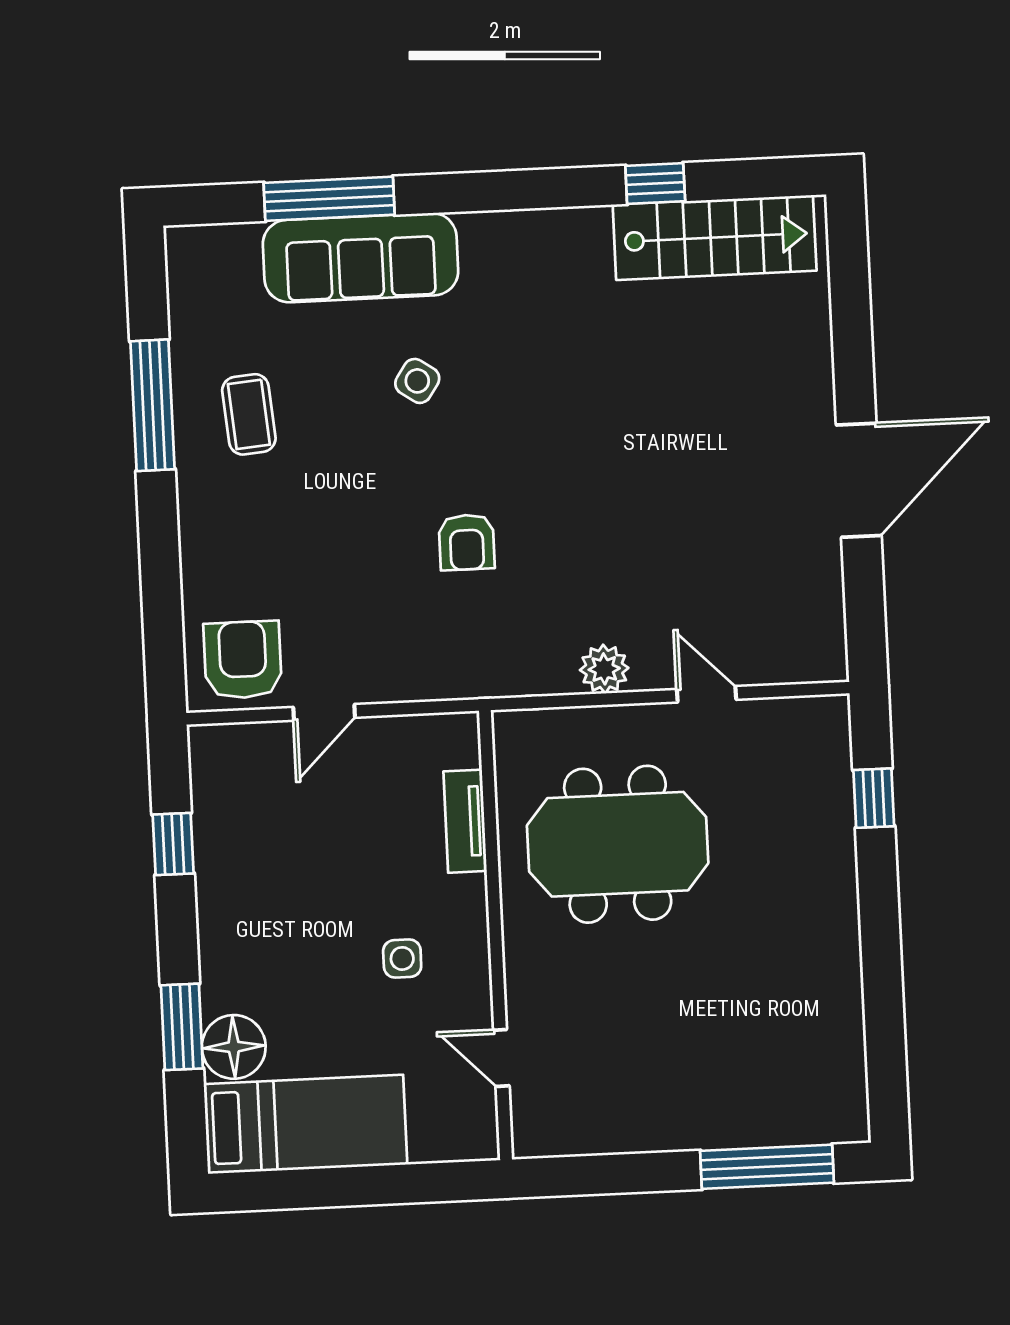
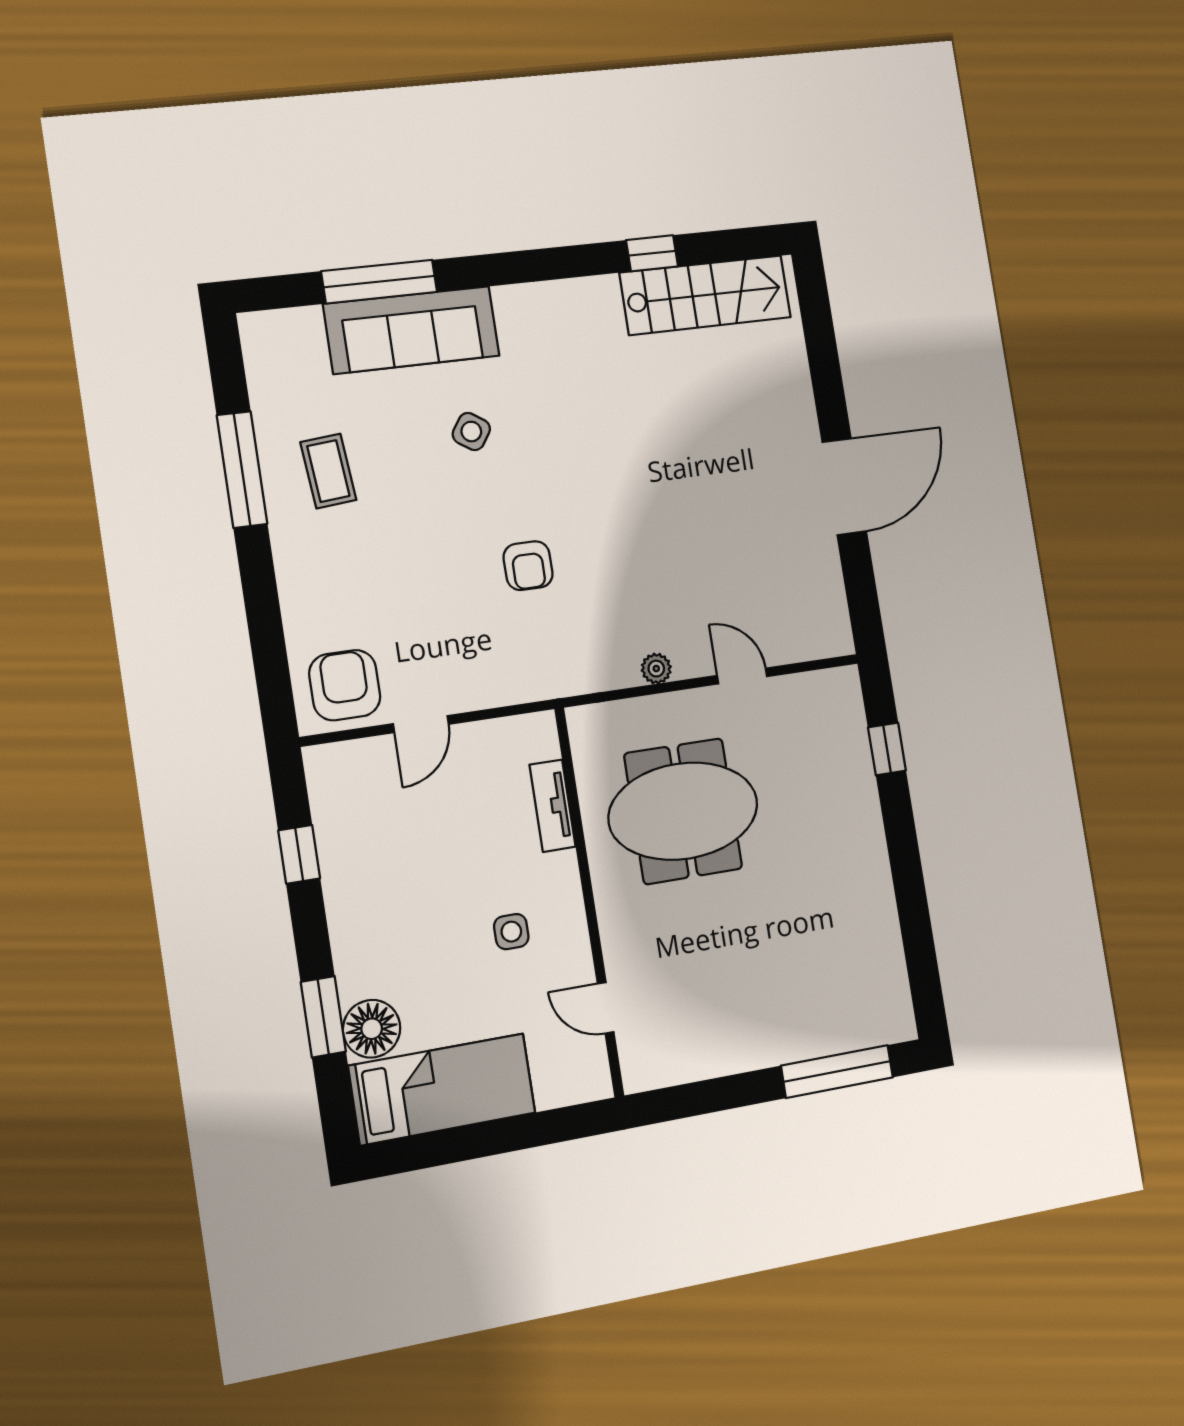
plant: (604, 669) -> (656, 669), width x0.73, depth x0.73

